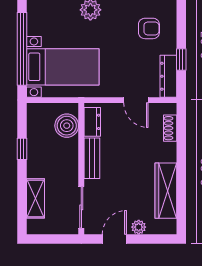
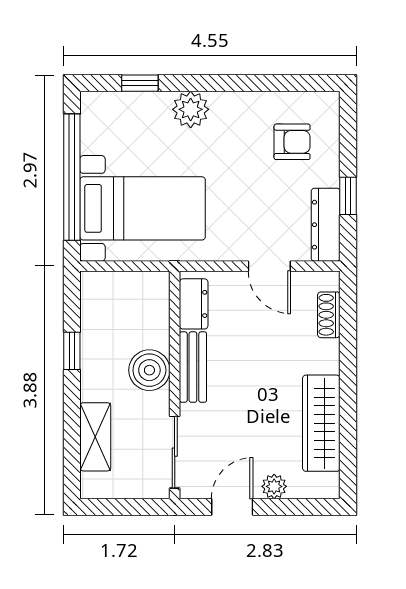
boiler: (67, 126) -> (149, 370), moved

